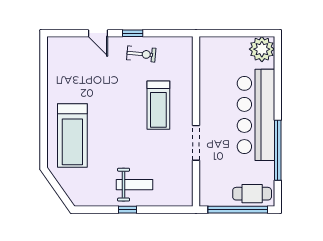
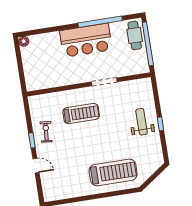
door: (98, 33) -> (36, 166), hinge flipped
plant: (262, 49) -> (24, 41), width x0.53, depth x0.53
bar counter: (256, 115) -> (86, 40), width x0.73

